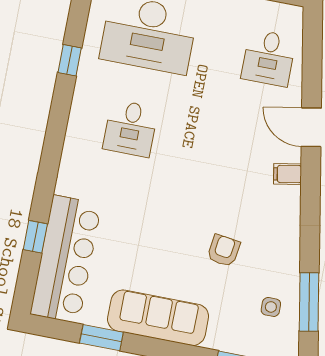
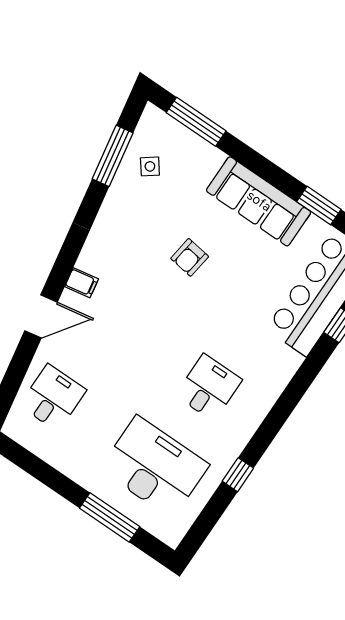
door: (311, 127) -> (41, 316), hinge flipped
armchair: (224, 251) -> (190, 257), moved
side table: (271, 307) -> (150, 166), turned -37

